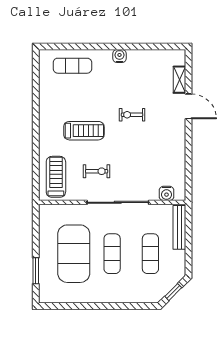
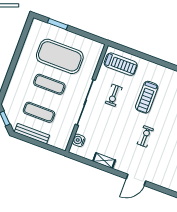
shelving: (179, 80) -> (104, 161), moved
bench: (179, 227) -> (32, 134), moved

